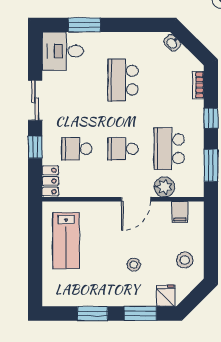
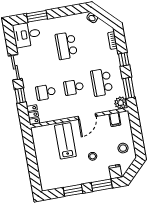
plant: (164, 187) -> (121, 103), moved
lab bench: (66, 241) -> (65, 141), moved, turned 180

